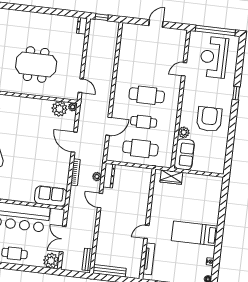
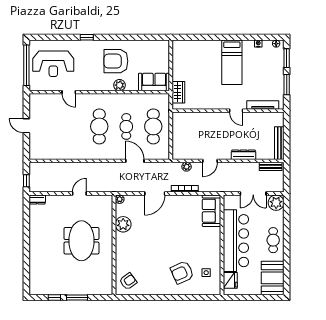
door: (81, 86) -> (79, 194), moved
plant: (59, 109) -> (123, 224), moved
plant: (184, 132) -> (120, 85), moved
dresser: (109, 176) -> (243, 155), moved

